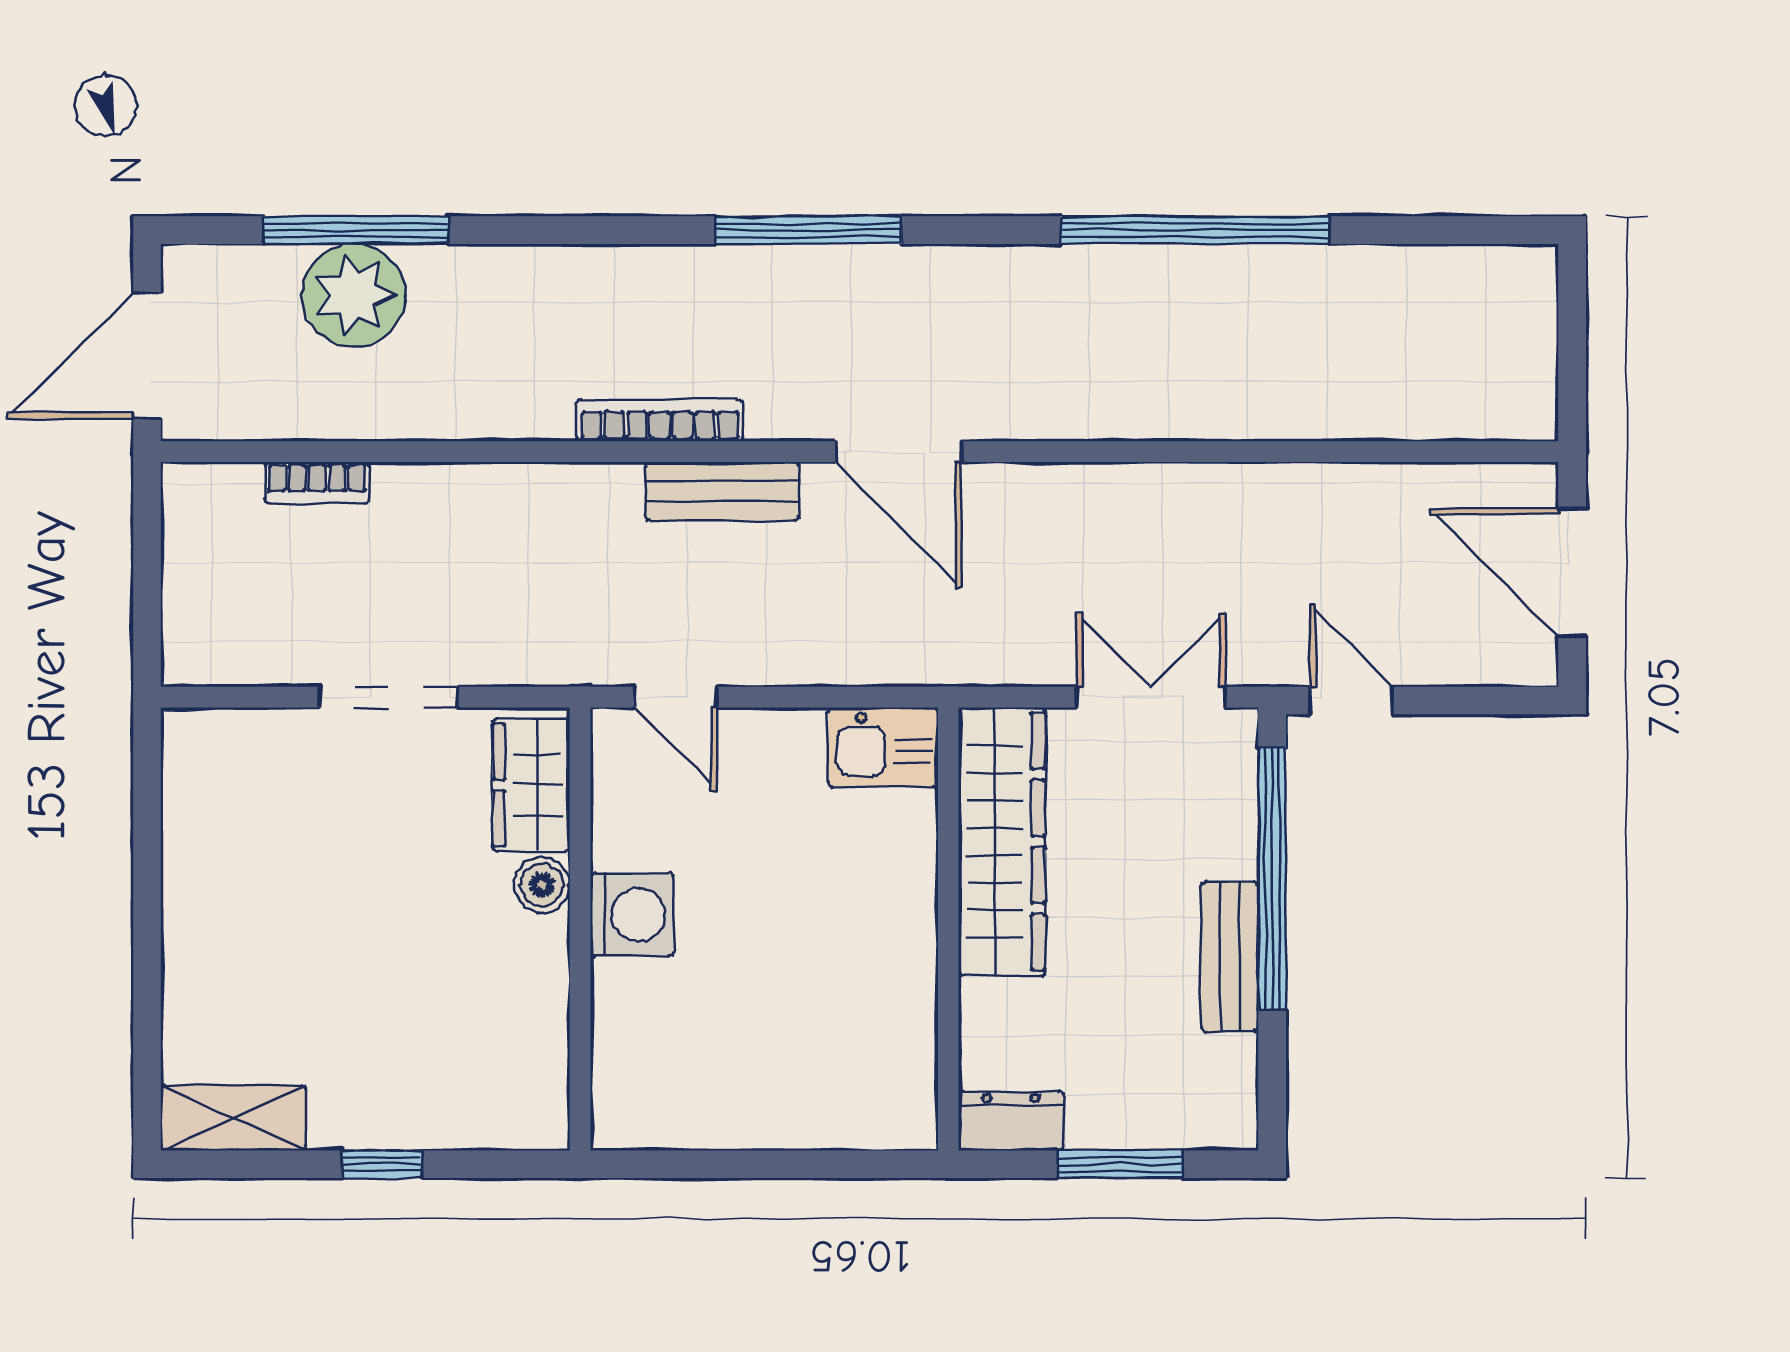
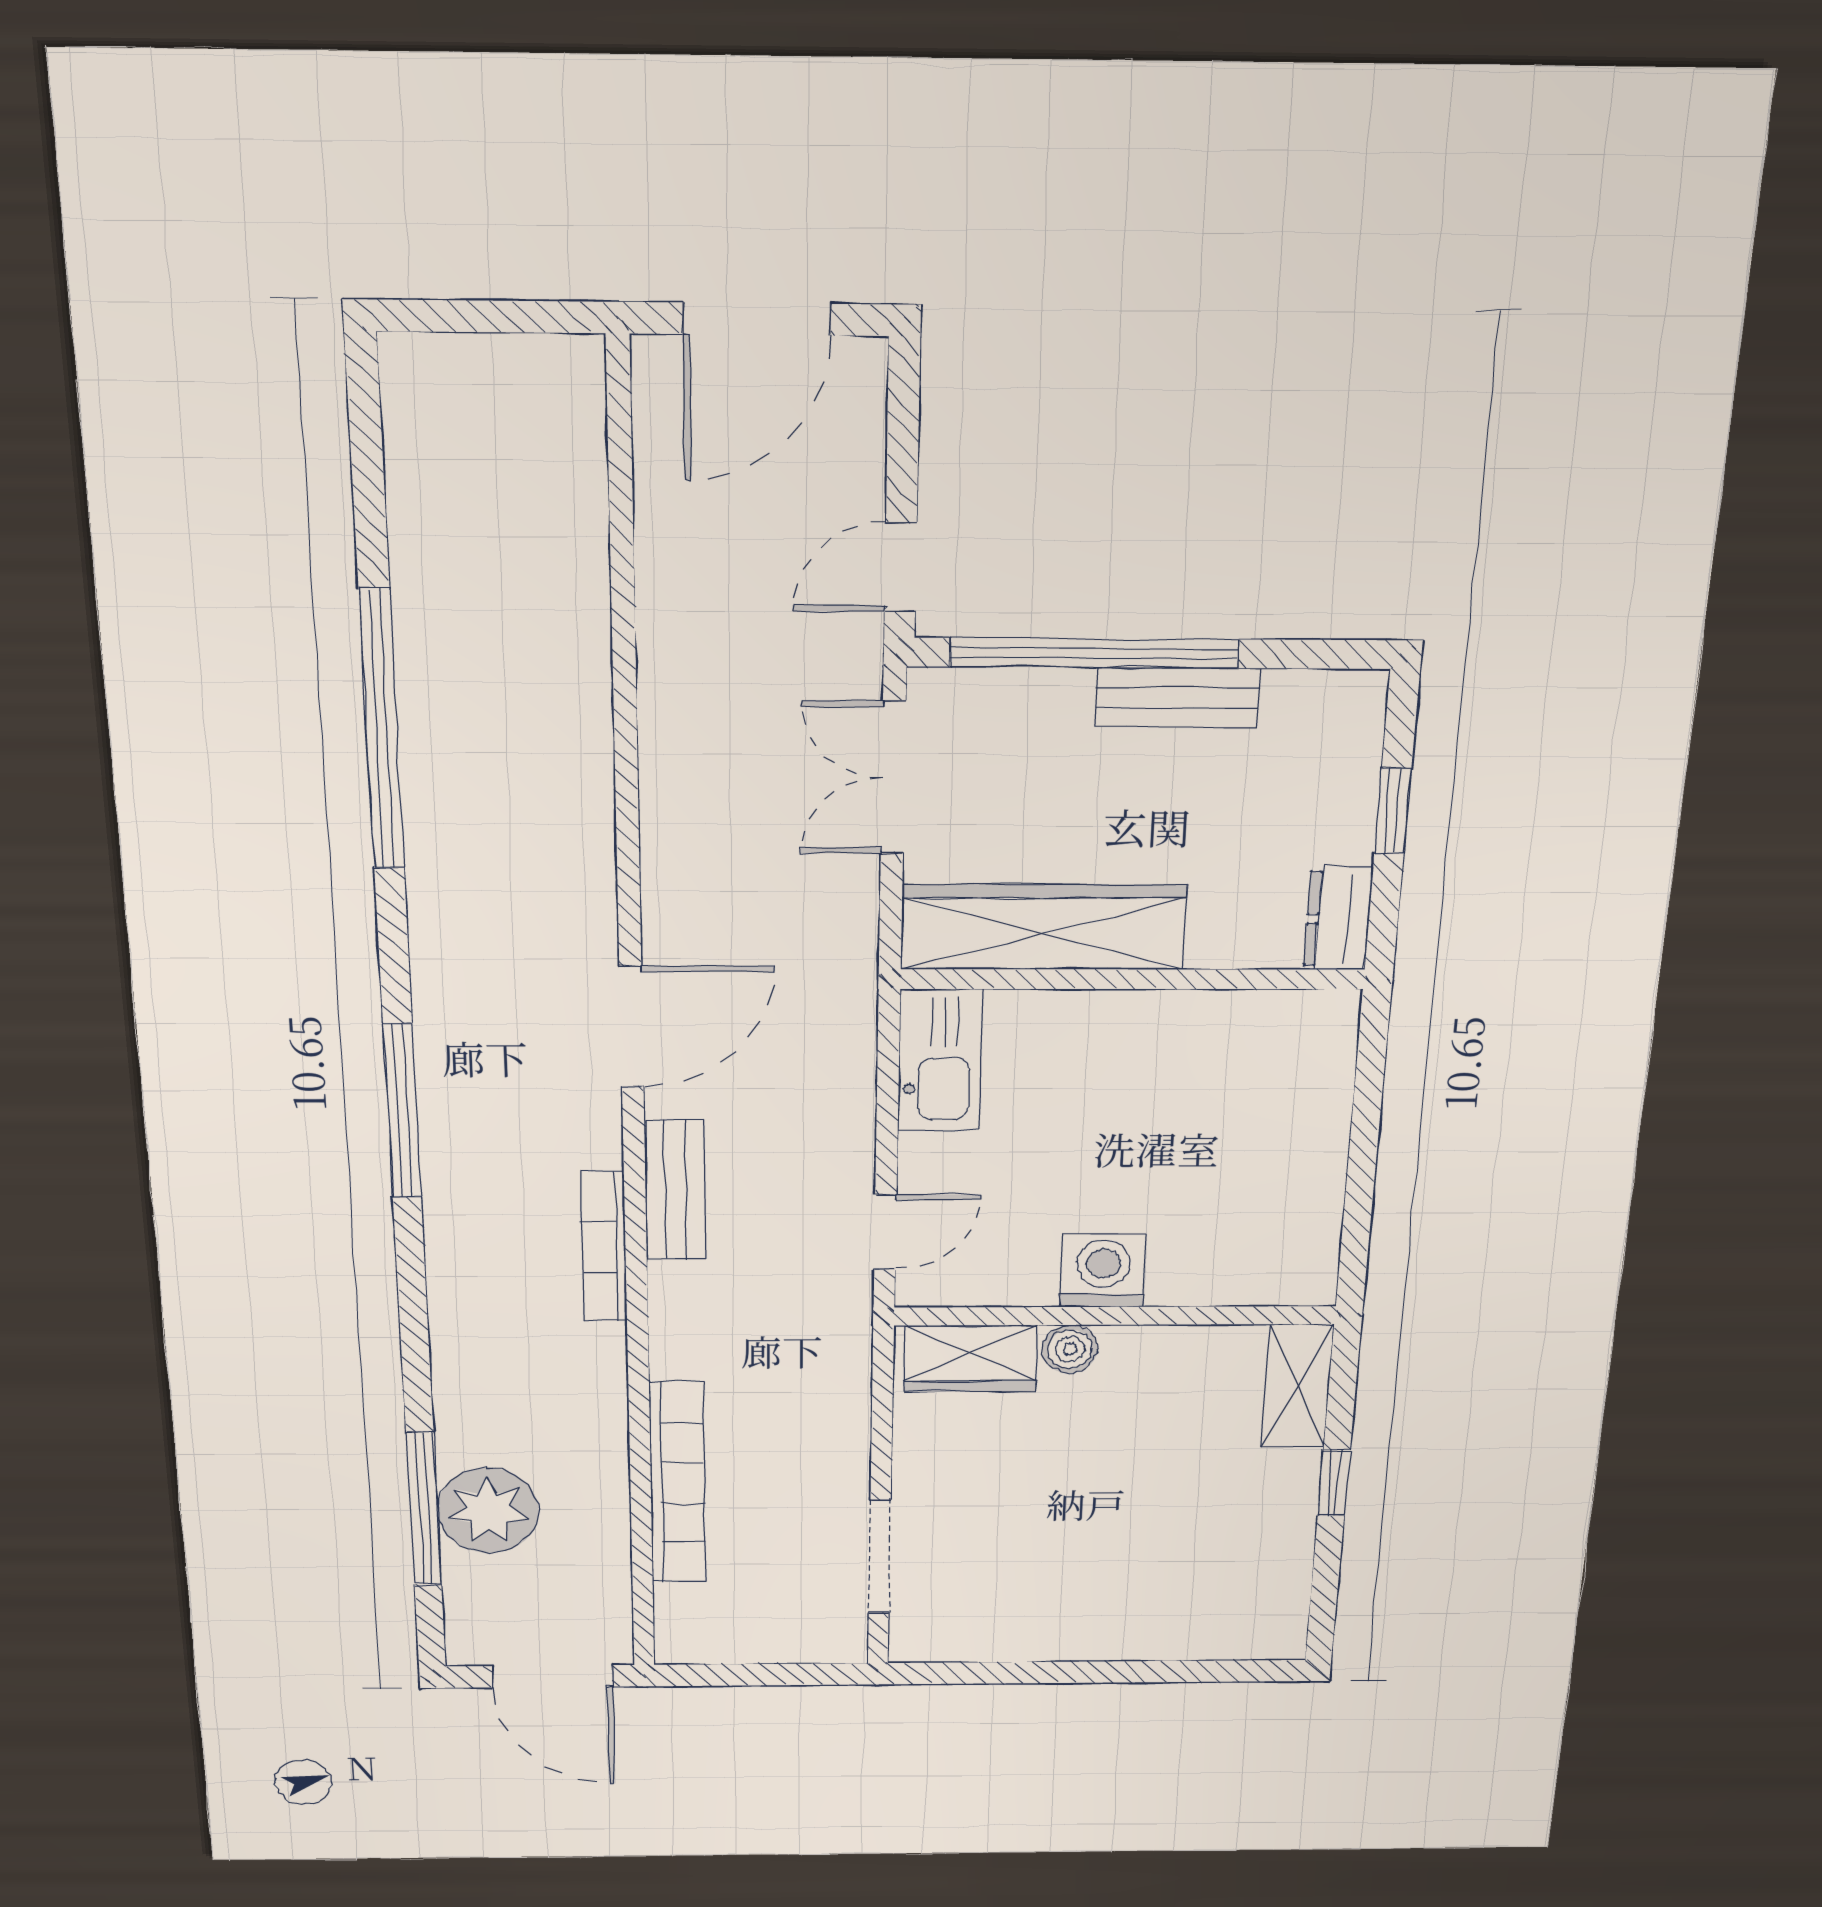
bookcase: (317, 483) -> (678, 1483), width x2.31, depth x1.31
doorway: (389, 697) -> (880, 1557), moved
kitchen sink: (883, 747) -> (940, 1061), width x1.38
shelving: (233, 1118) -> (1297, 1386), moved
window: (1120, 1164) -> (1393, 811), width x0.67

